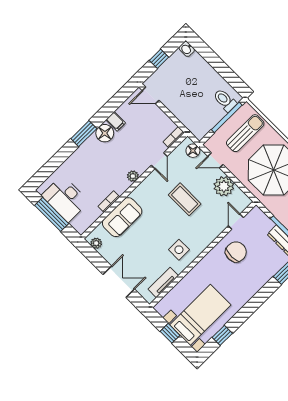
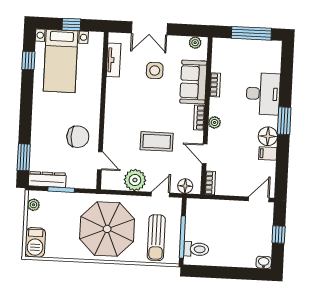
bookcase: (140, 189) -> (199, 118), added
desk: (65, 199) -> (263, 94), moved, turned 90
side table: (179, 250) -> (155, 71), moved
chair: (236, 252) -> (78, 137), turned -90

